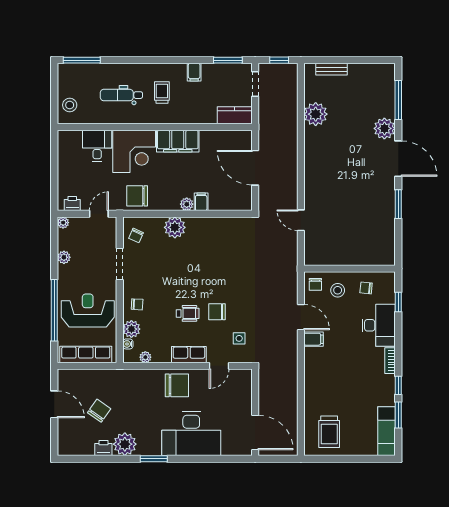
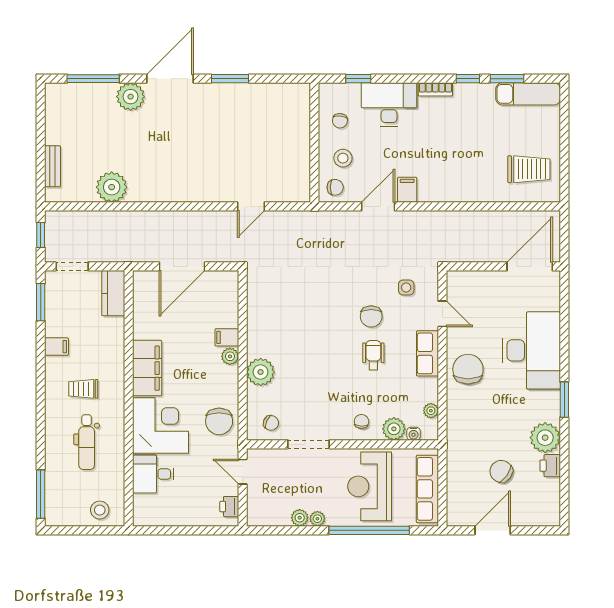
plant: (63, 223) -> (317, 519), moved

